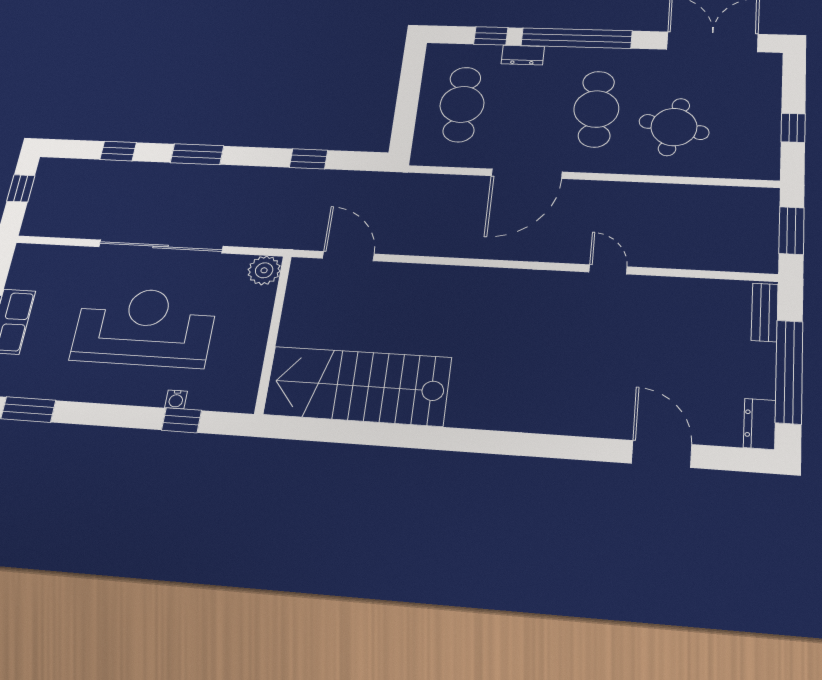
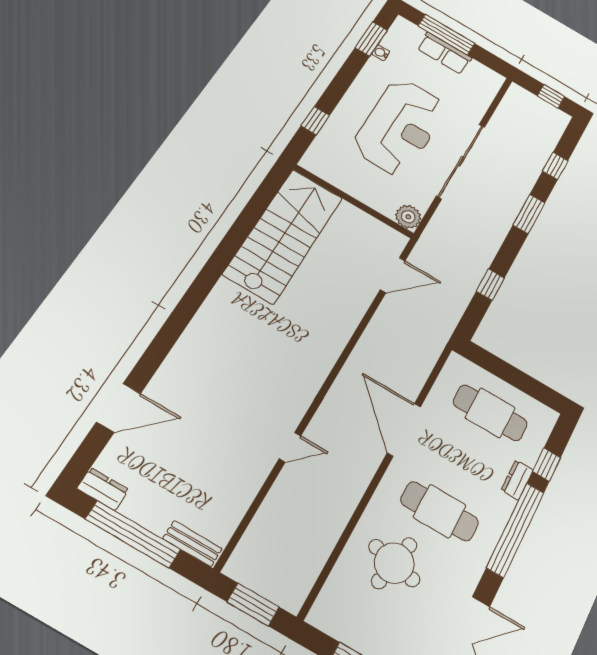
water cooler: (176, 399) -> (381, 53), moved

